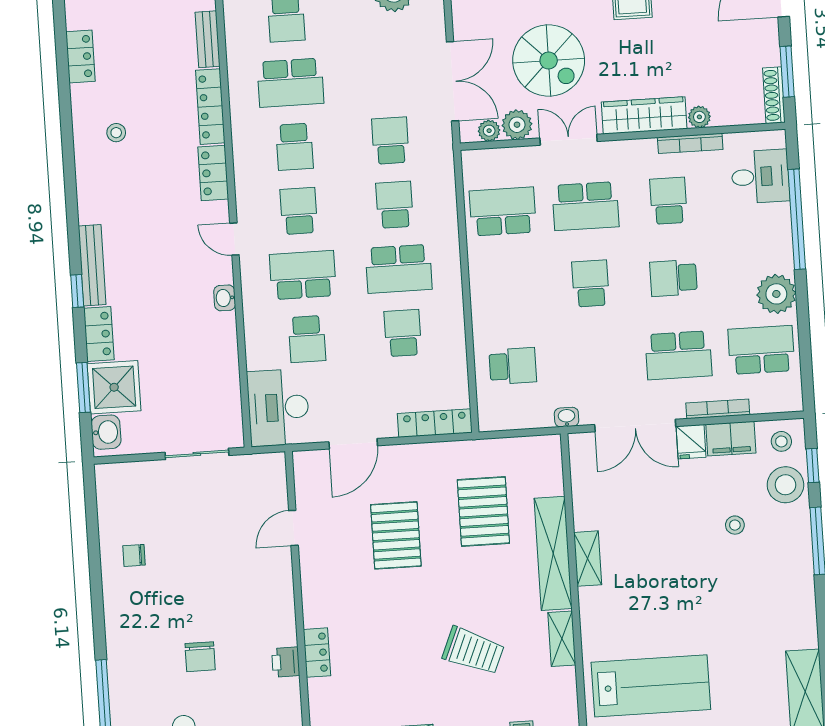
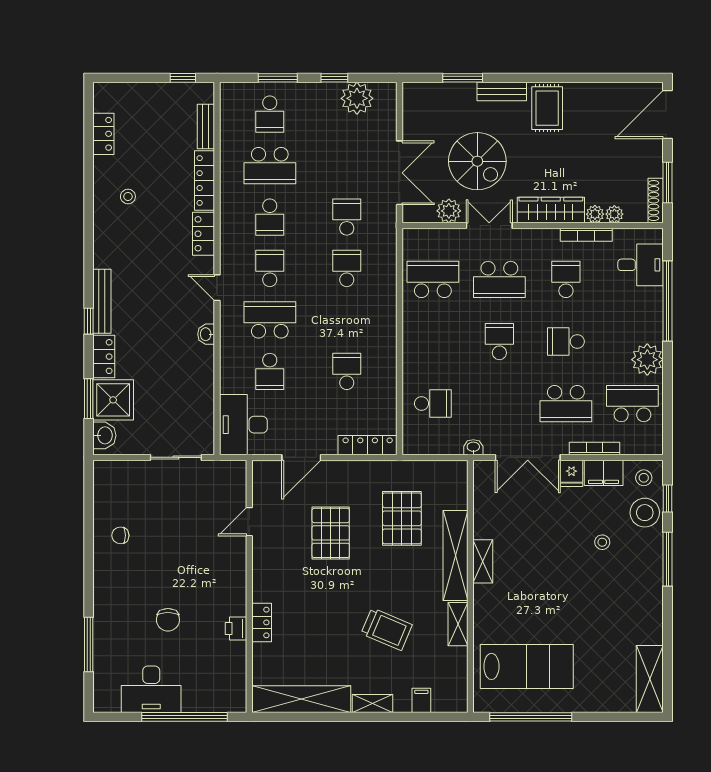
plant: (489, 131) -> (614, 214), moved
school desk: (399, 269) -> (347, 320), removed

